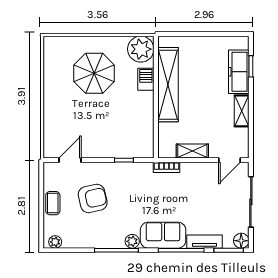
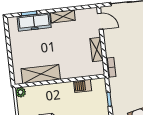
plant: (141, 49) -> (21, 92), width x0.53, depth x0.53
barbecue: (146, 79) -> (83, 86), moved
shelving: (168, 85) -> (41, 74), width x0.68

